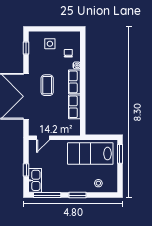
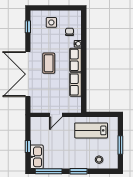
door: (43, 138) -> (56, 115), moved
lab bench: (90, 154) -> (91, 130), width x0.73, depth x0.72
window: (120, 154) -> (120, 145), moved

